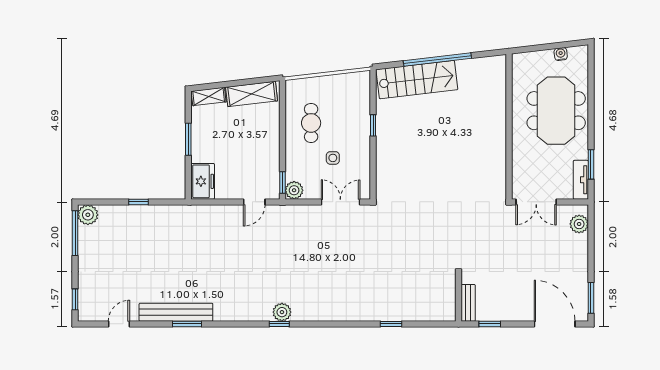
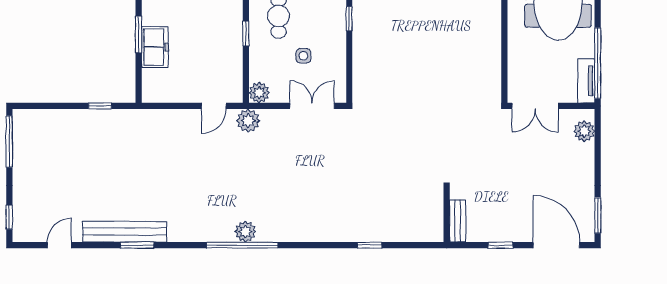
window: (591, 164) -> (598, 63), width x2.11
freezer: (203, 181) -> (155, 47), moved
window: (282, 182) -> (246, 33), moved
window: (139, 202) -> (100, 106), moved
plant: (88, 215) -> (248, 121), moved
window: (279, 324) -> (242, 245), width x3.17
window: (490, 324) -> (500, 245), moved

